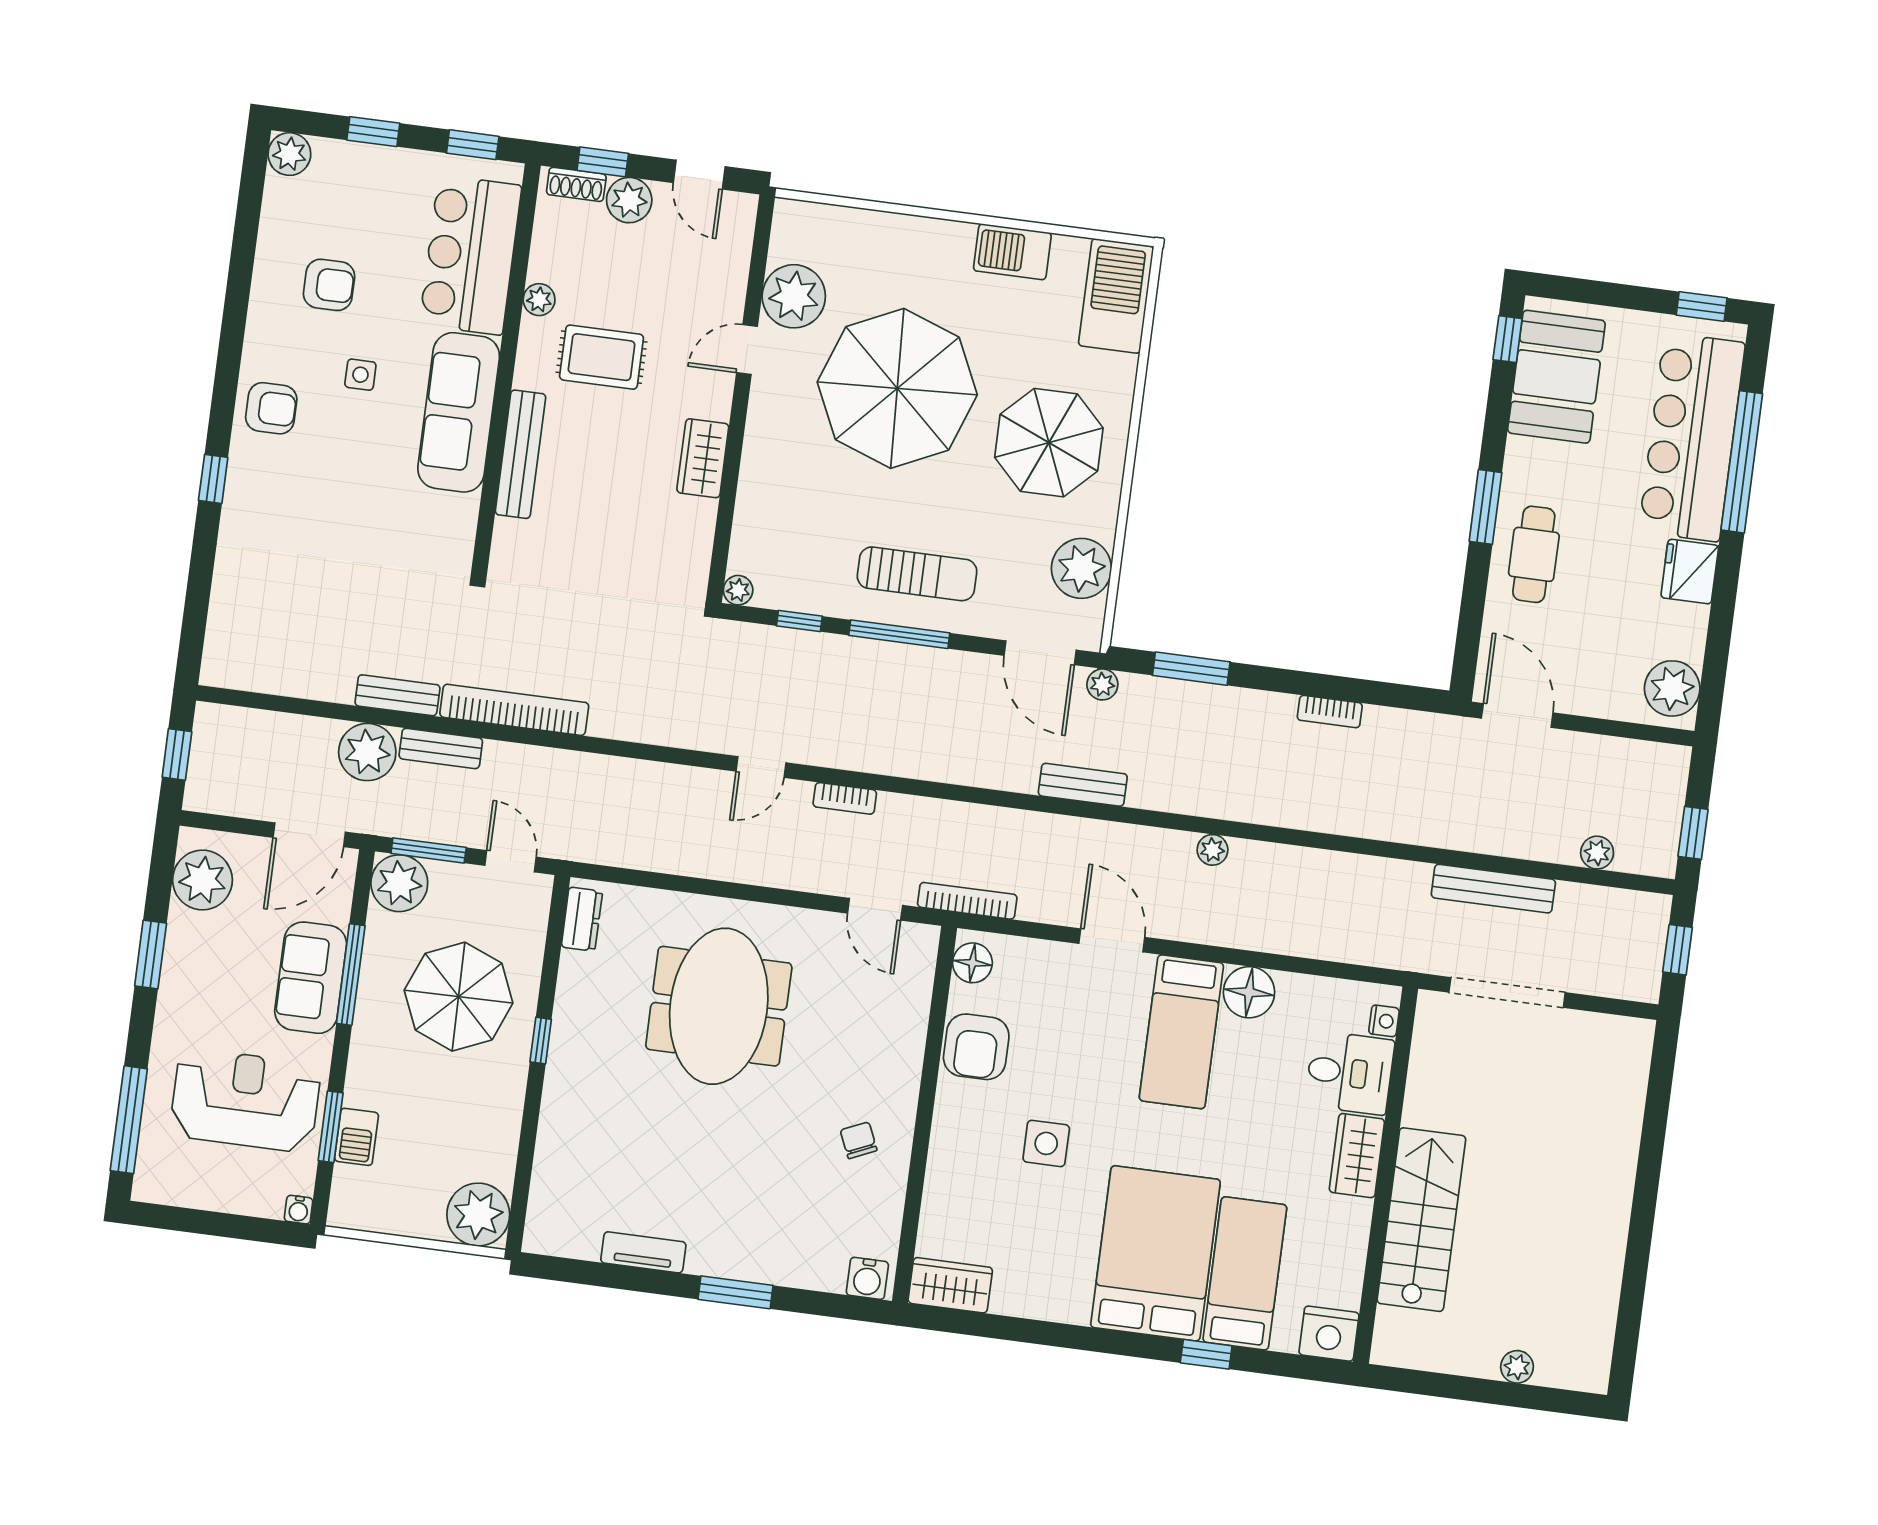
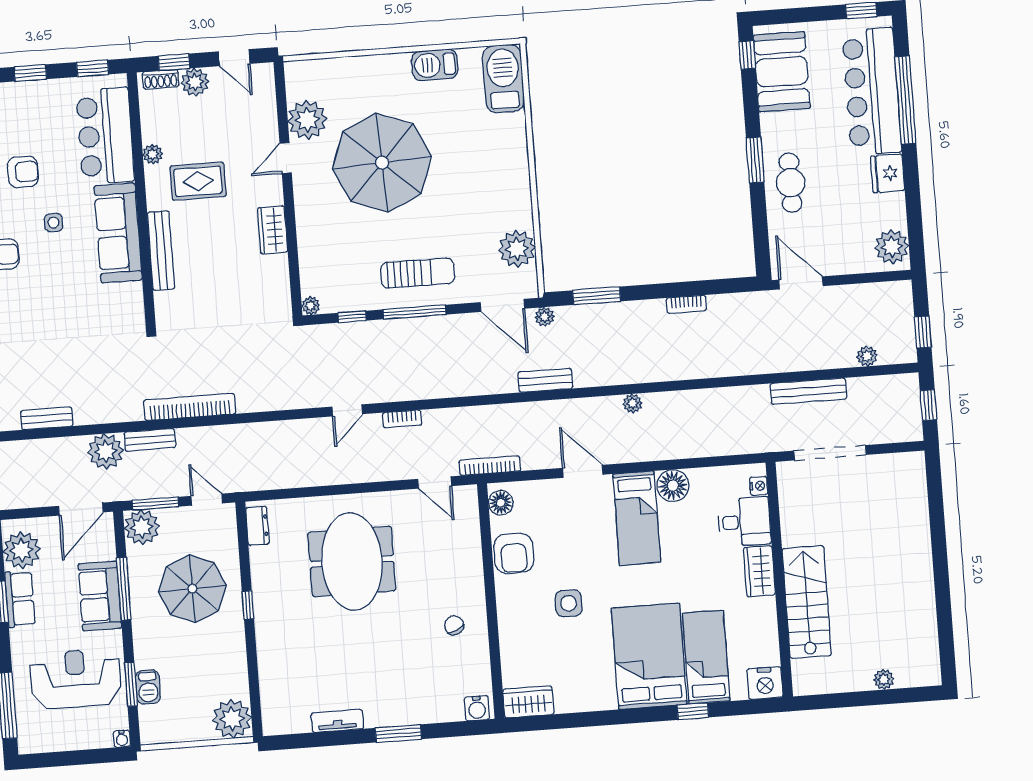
parasol: (1049, 443) -> (481, 176), removed
bench: (397, 695) -> (47, 418), moved
row of seats: (184, 956) -> (20, 599), added

